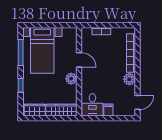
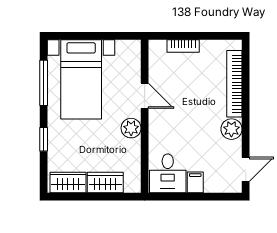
wardrobe: (61, 110) -> (105, 183), width x0.67

